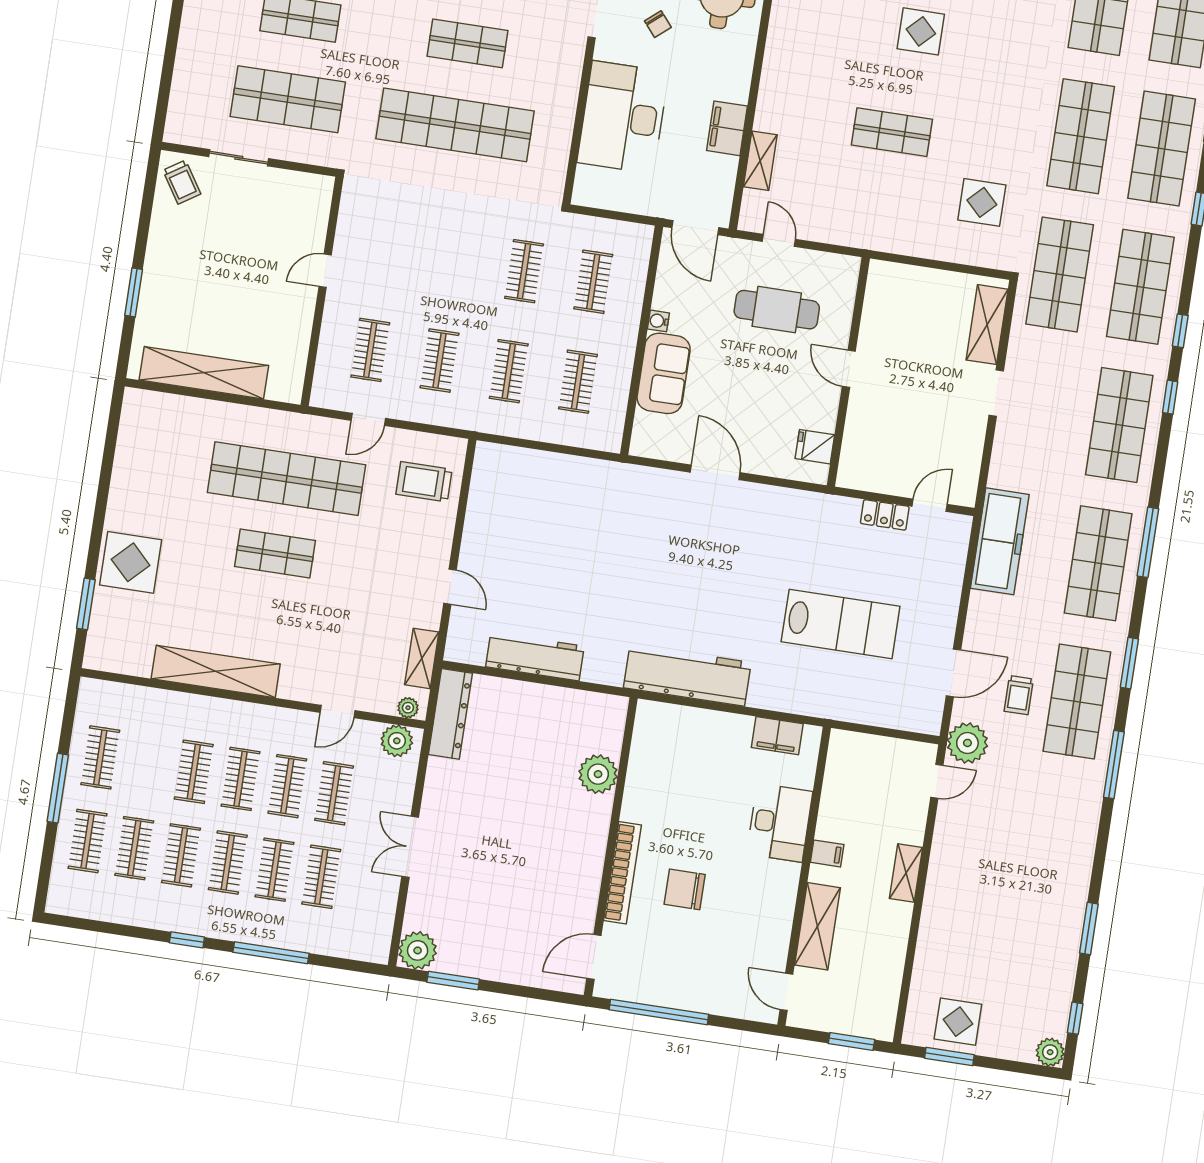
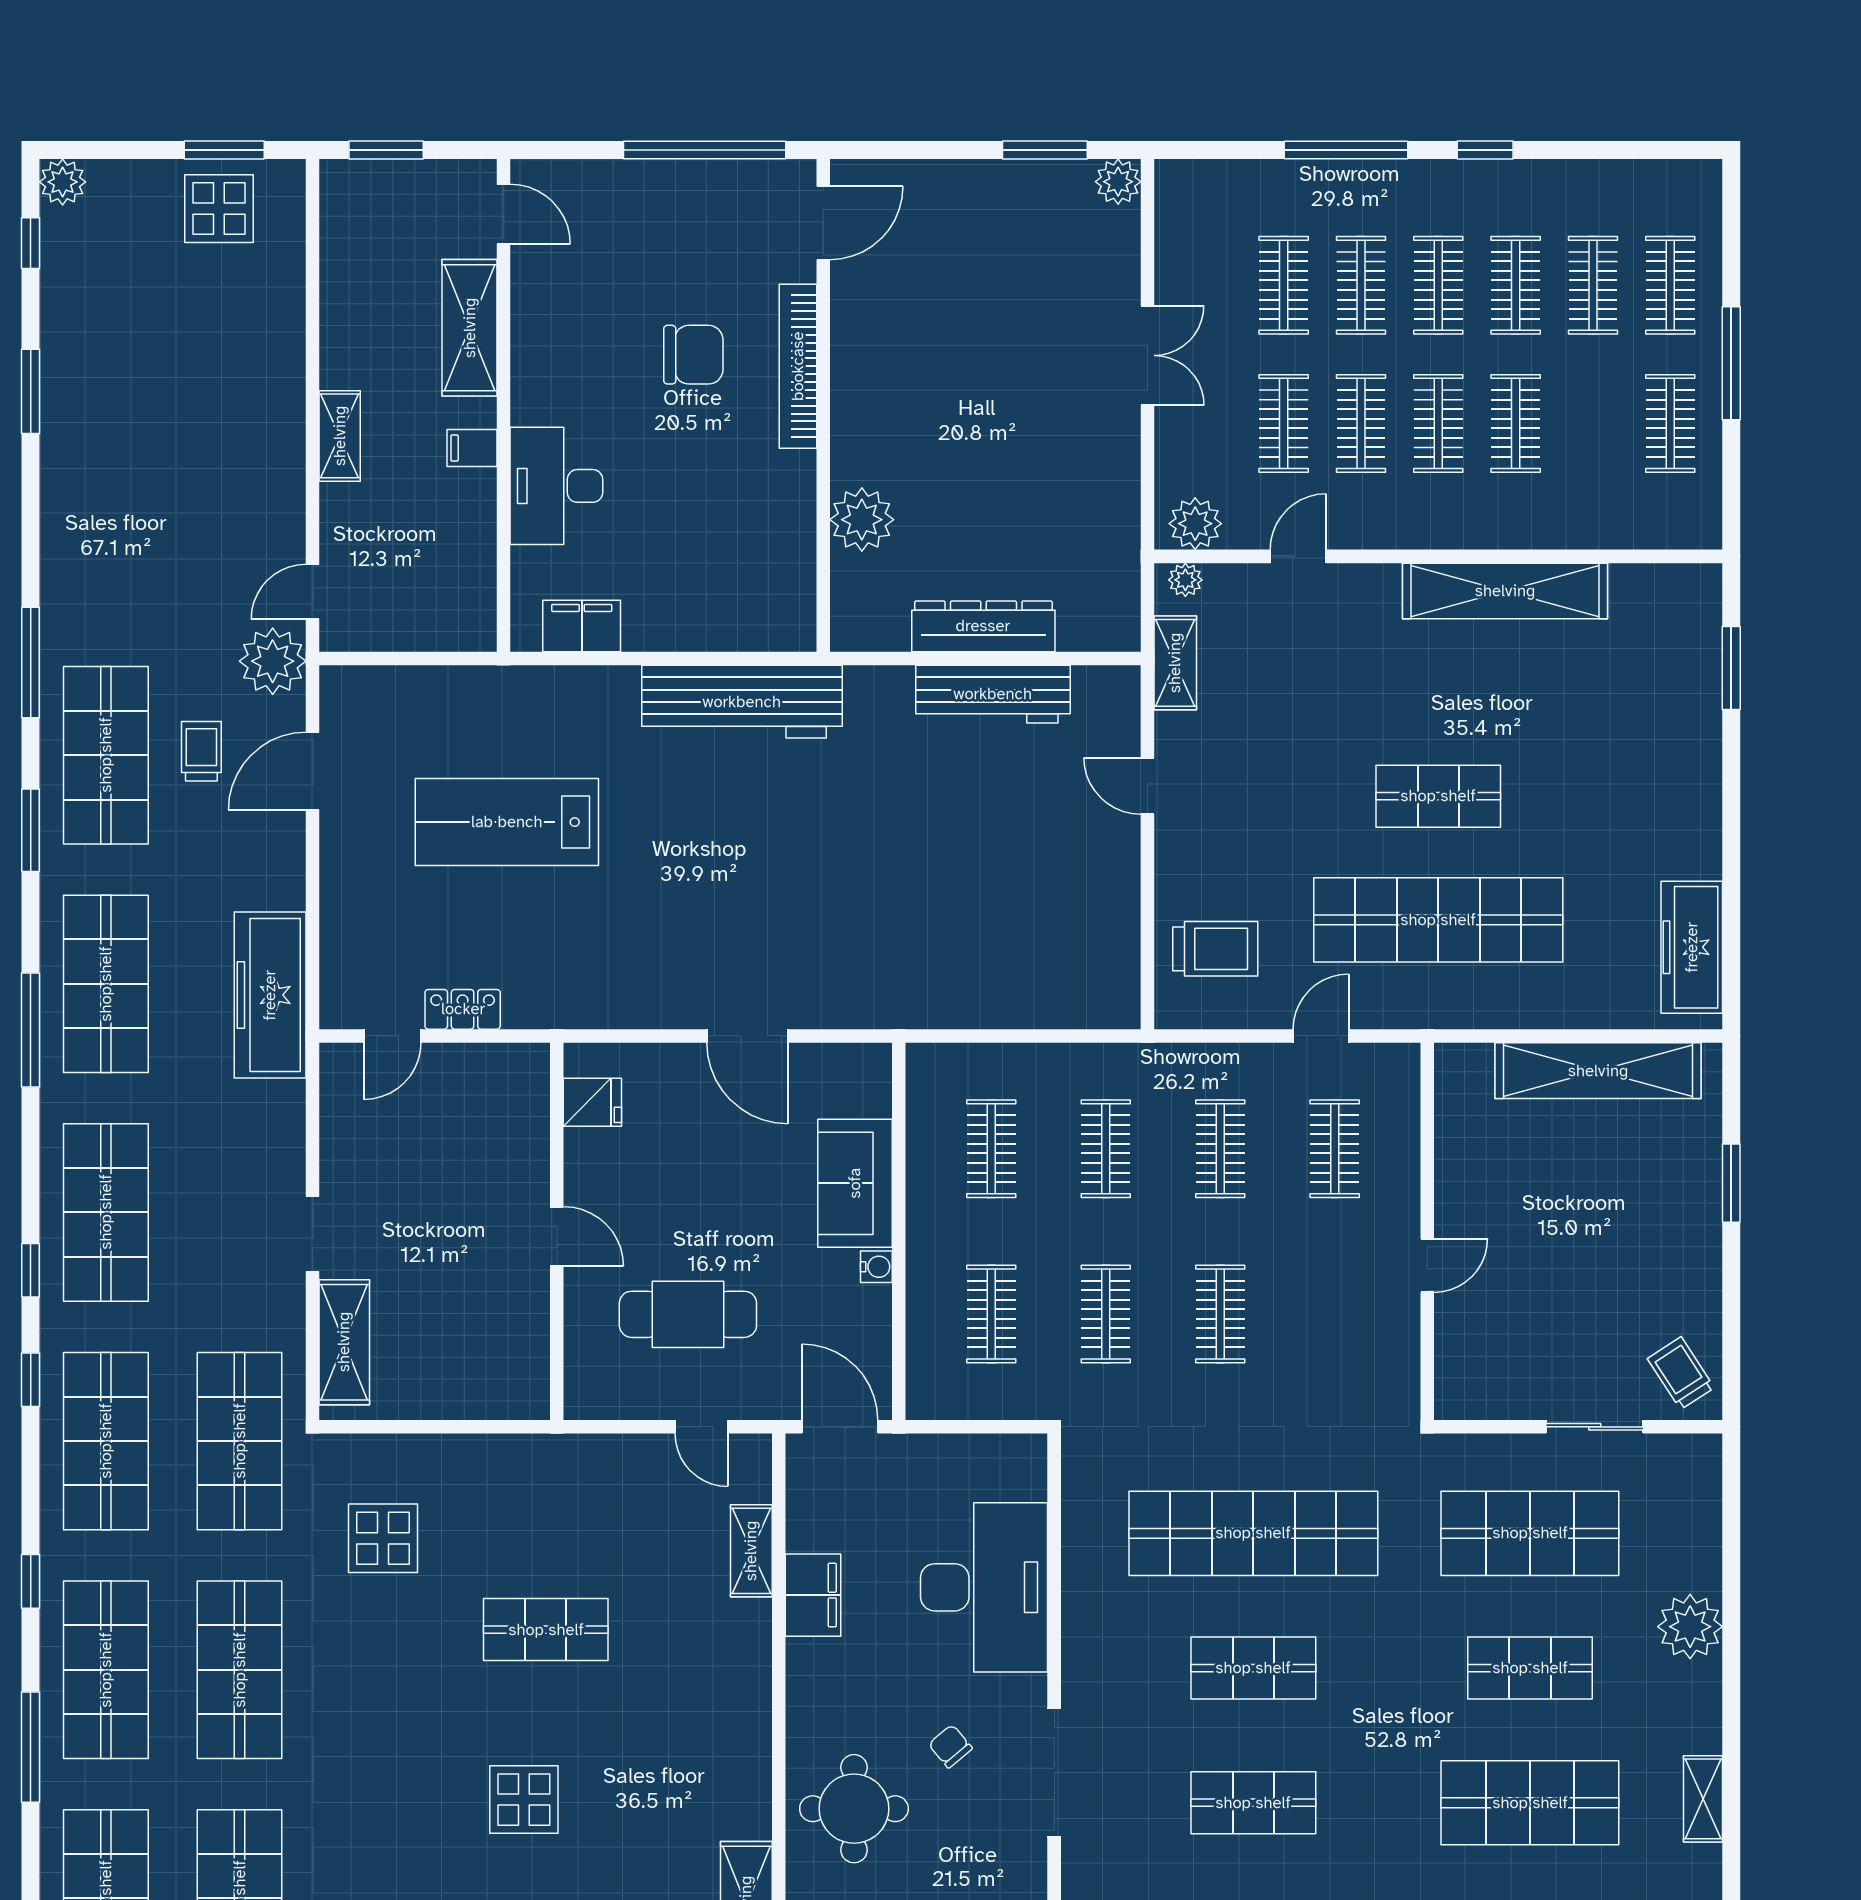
plant: (200, 28) -> (1690, 1627), added
clothes rail: (455, 261) -> (1220, 1314), added
freezer: (136, 439) -> (1692, 947), added
display table: (131, 562) -> (1670, 746), removed
dresser: (450, 714) -> (983, 626), moved, turned 90
plant: (418, 950) -> (1118, 182), width x0.73, depth x0.73

